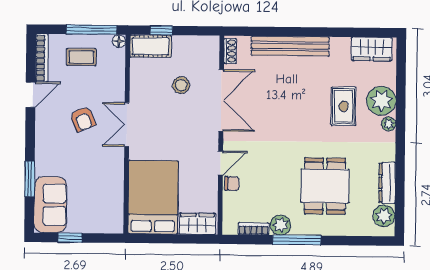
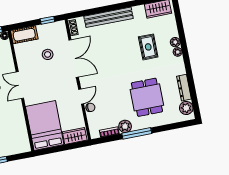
window: (161, 30) -> (47, 20), moved
plant: (381, 101) -> (175, 42), width x0.53, depth x0.53

